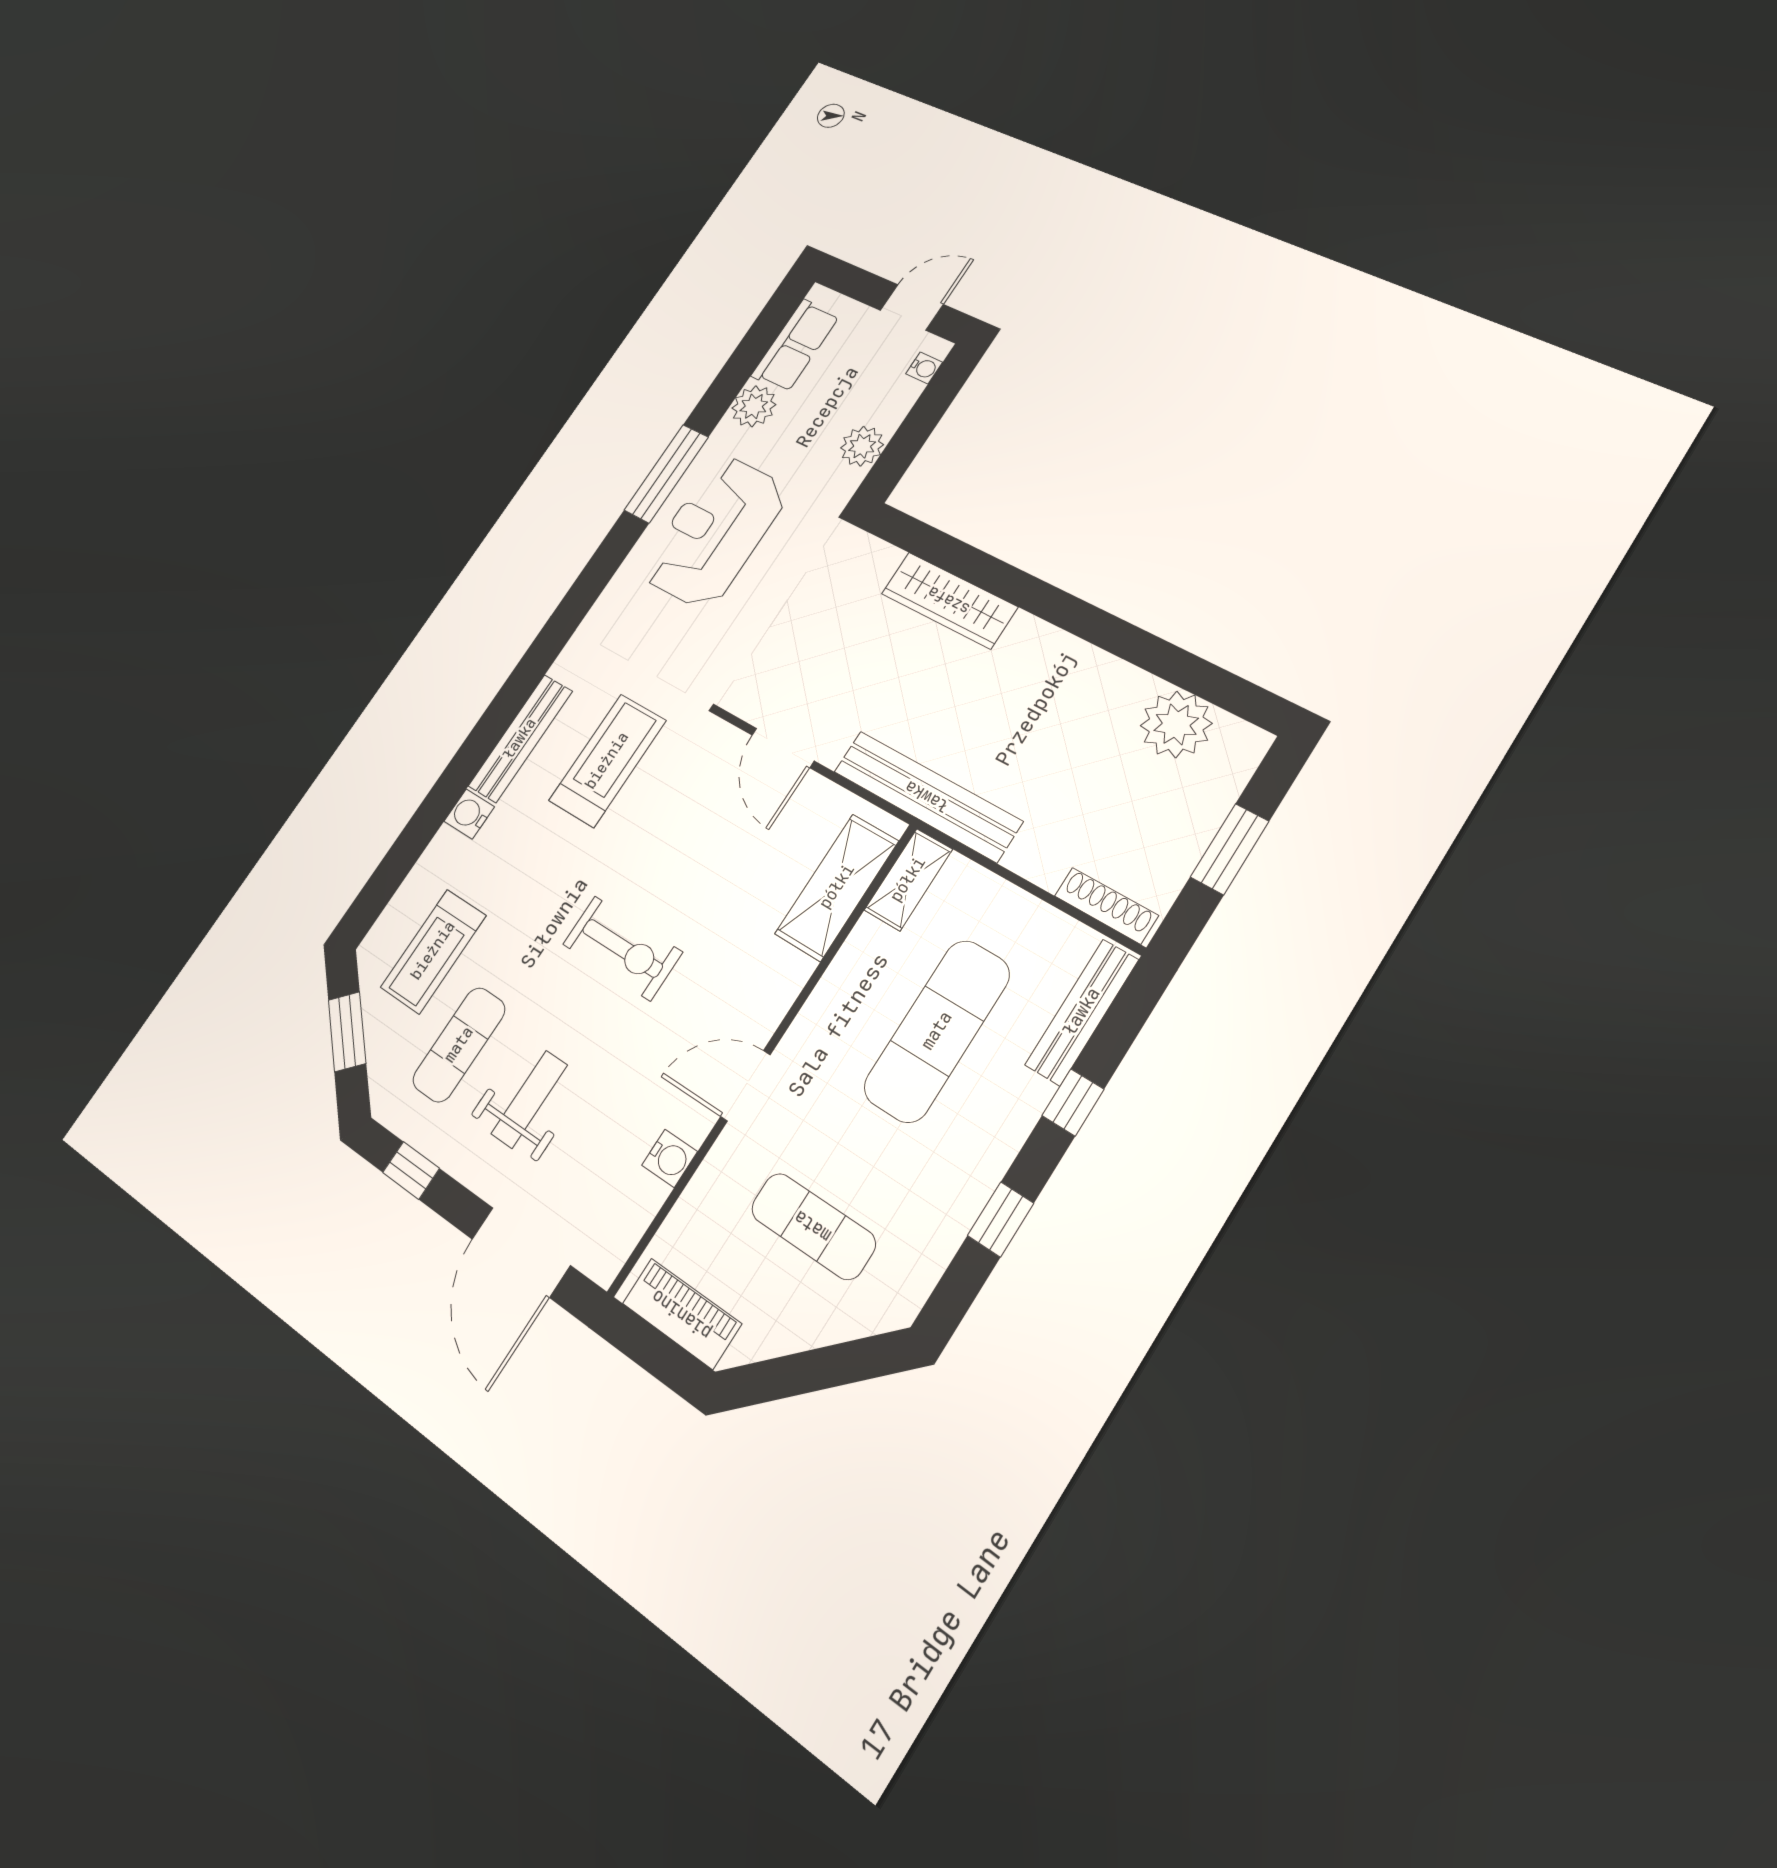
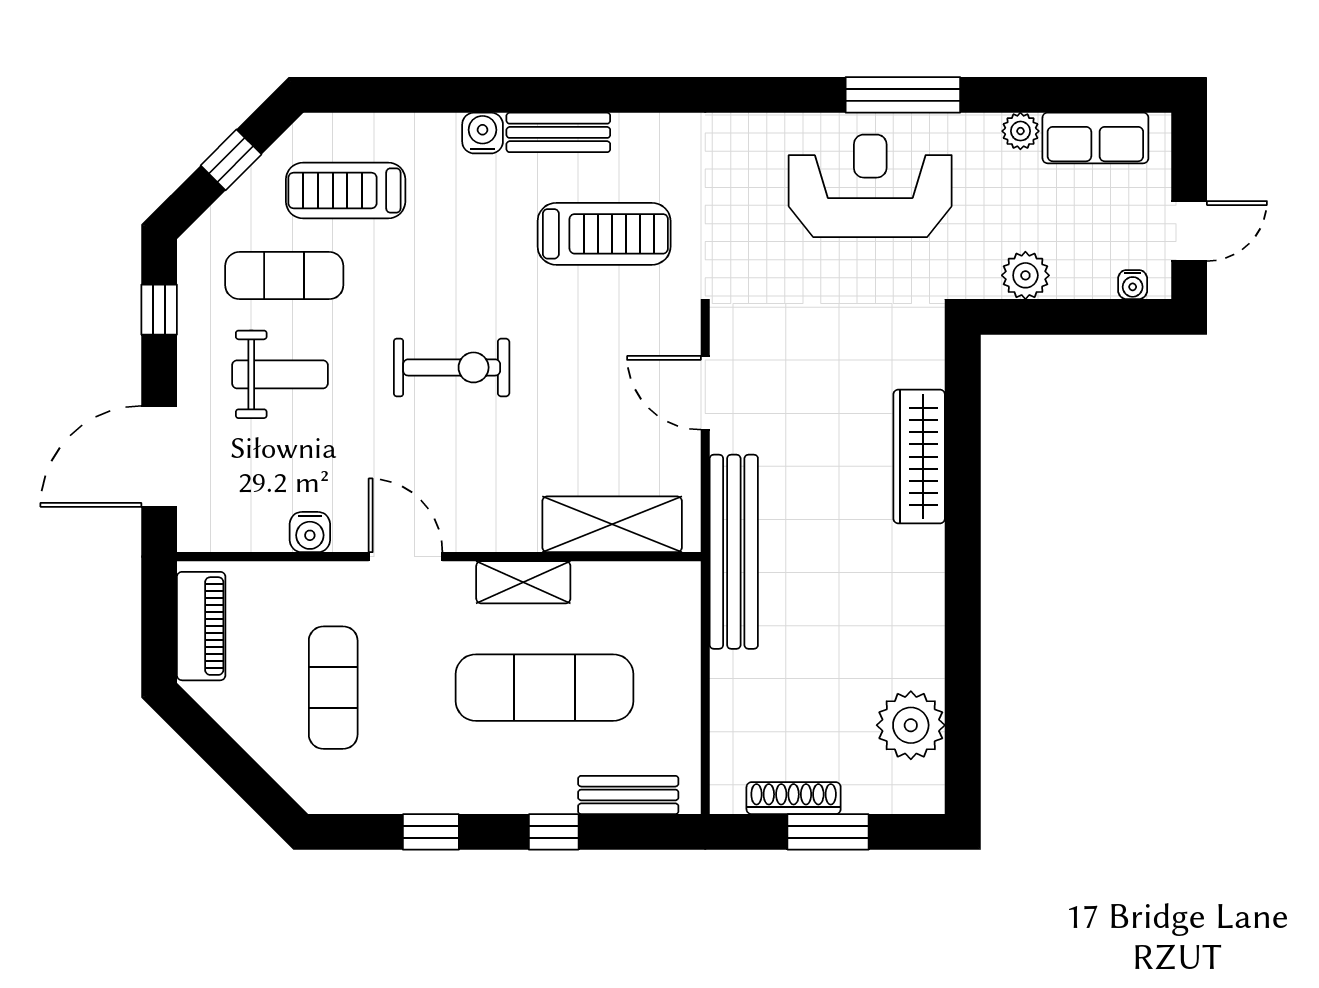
door: (912, 307) -> (1189, 231), hinge flipped
plant: (754, 406) -> (1020, 131), width x0.73, depth x0.73
bench: (520, 739) -> (558, 132), width x0.73
door: (783, 748) -> (705, 393), hinge flipped
shelving: (908, 880) -> (523, 582), moved
shoe rack: (1106, 906) -> (794, 798), moved, turned -90
exercise bike: (622, 948) -> (452, 367), turned -90
bench: (1082, 1012) -> (628, 795), width x0.73
window: (347, 1032) -> (231, 160), width x0.67

